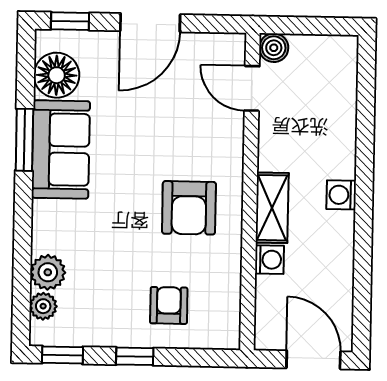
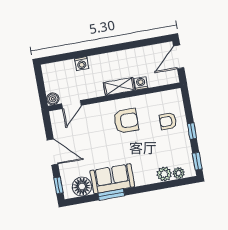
washing machine: (341, 195) -> (81, 64), moved

